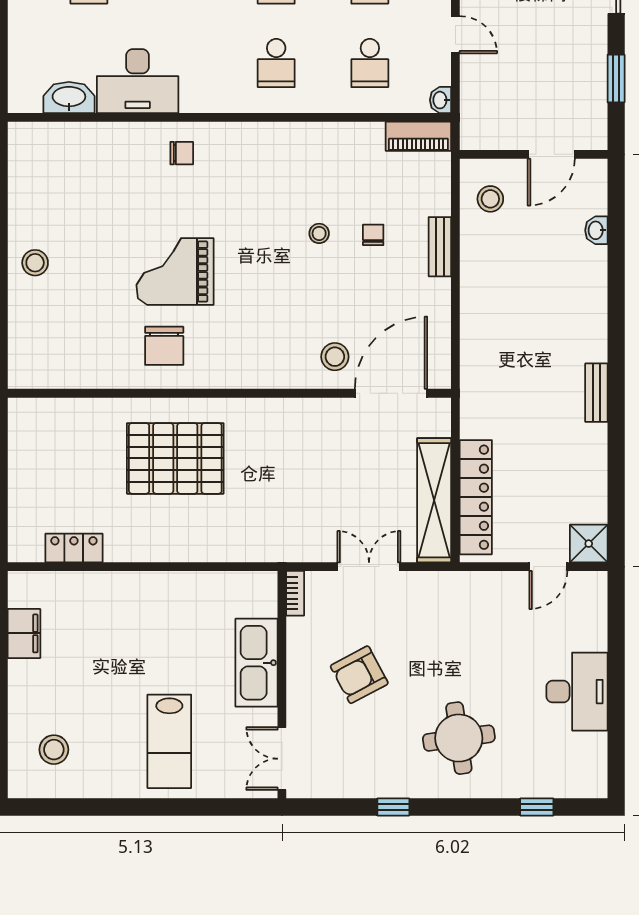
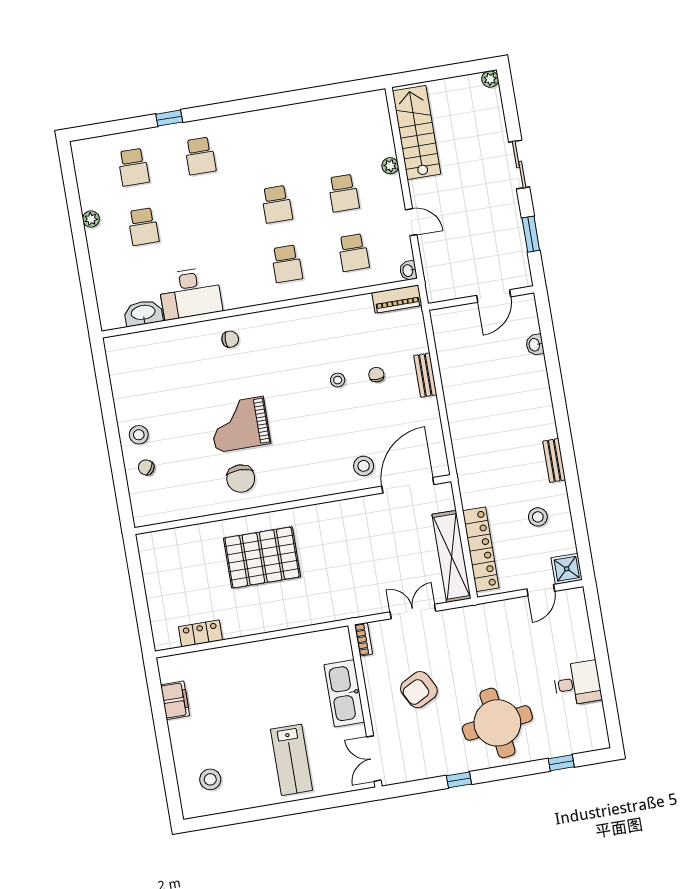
stool: (490, 199) -> (538, 517), moved
chair: (38, 309) -> (146, 467), added
desk: (577, 692) -> (577, 683), width x0.73
round table: (459, 738) -> (497, 723), width x1.36, depth x1.36

